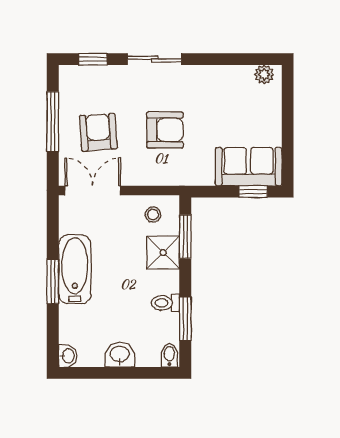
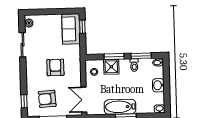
sliding door: (155, 59) -> (22, 45), moved
armchair: (98, 132) -> (47, 99), moved
window: (185, 237) -> (114, 57), moved

